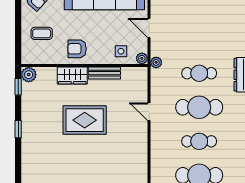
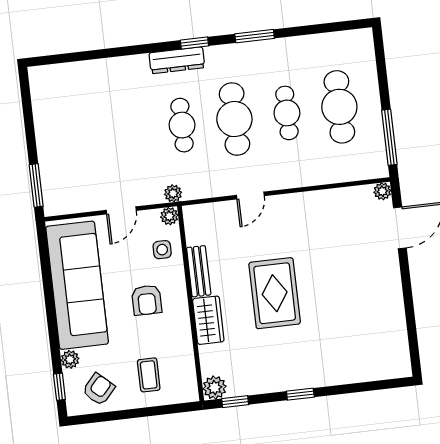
armchair: (77, 49) -> (147, 300), moved

